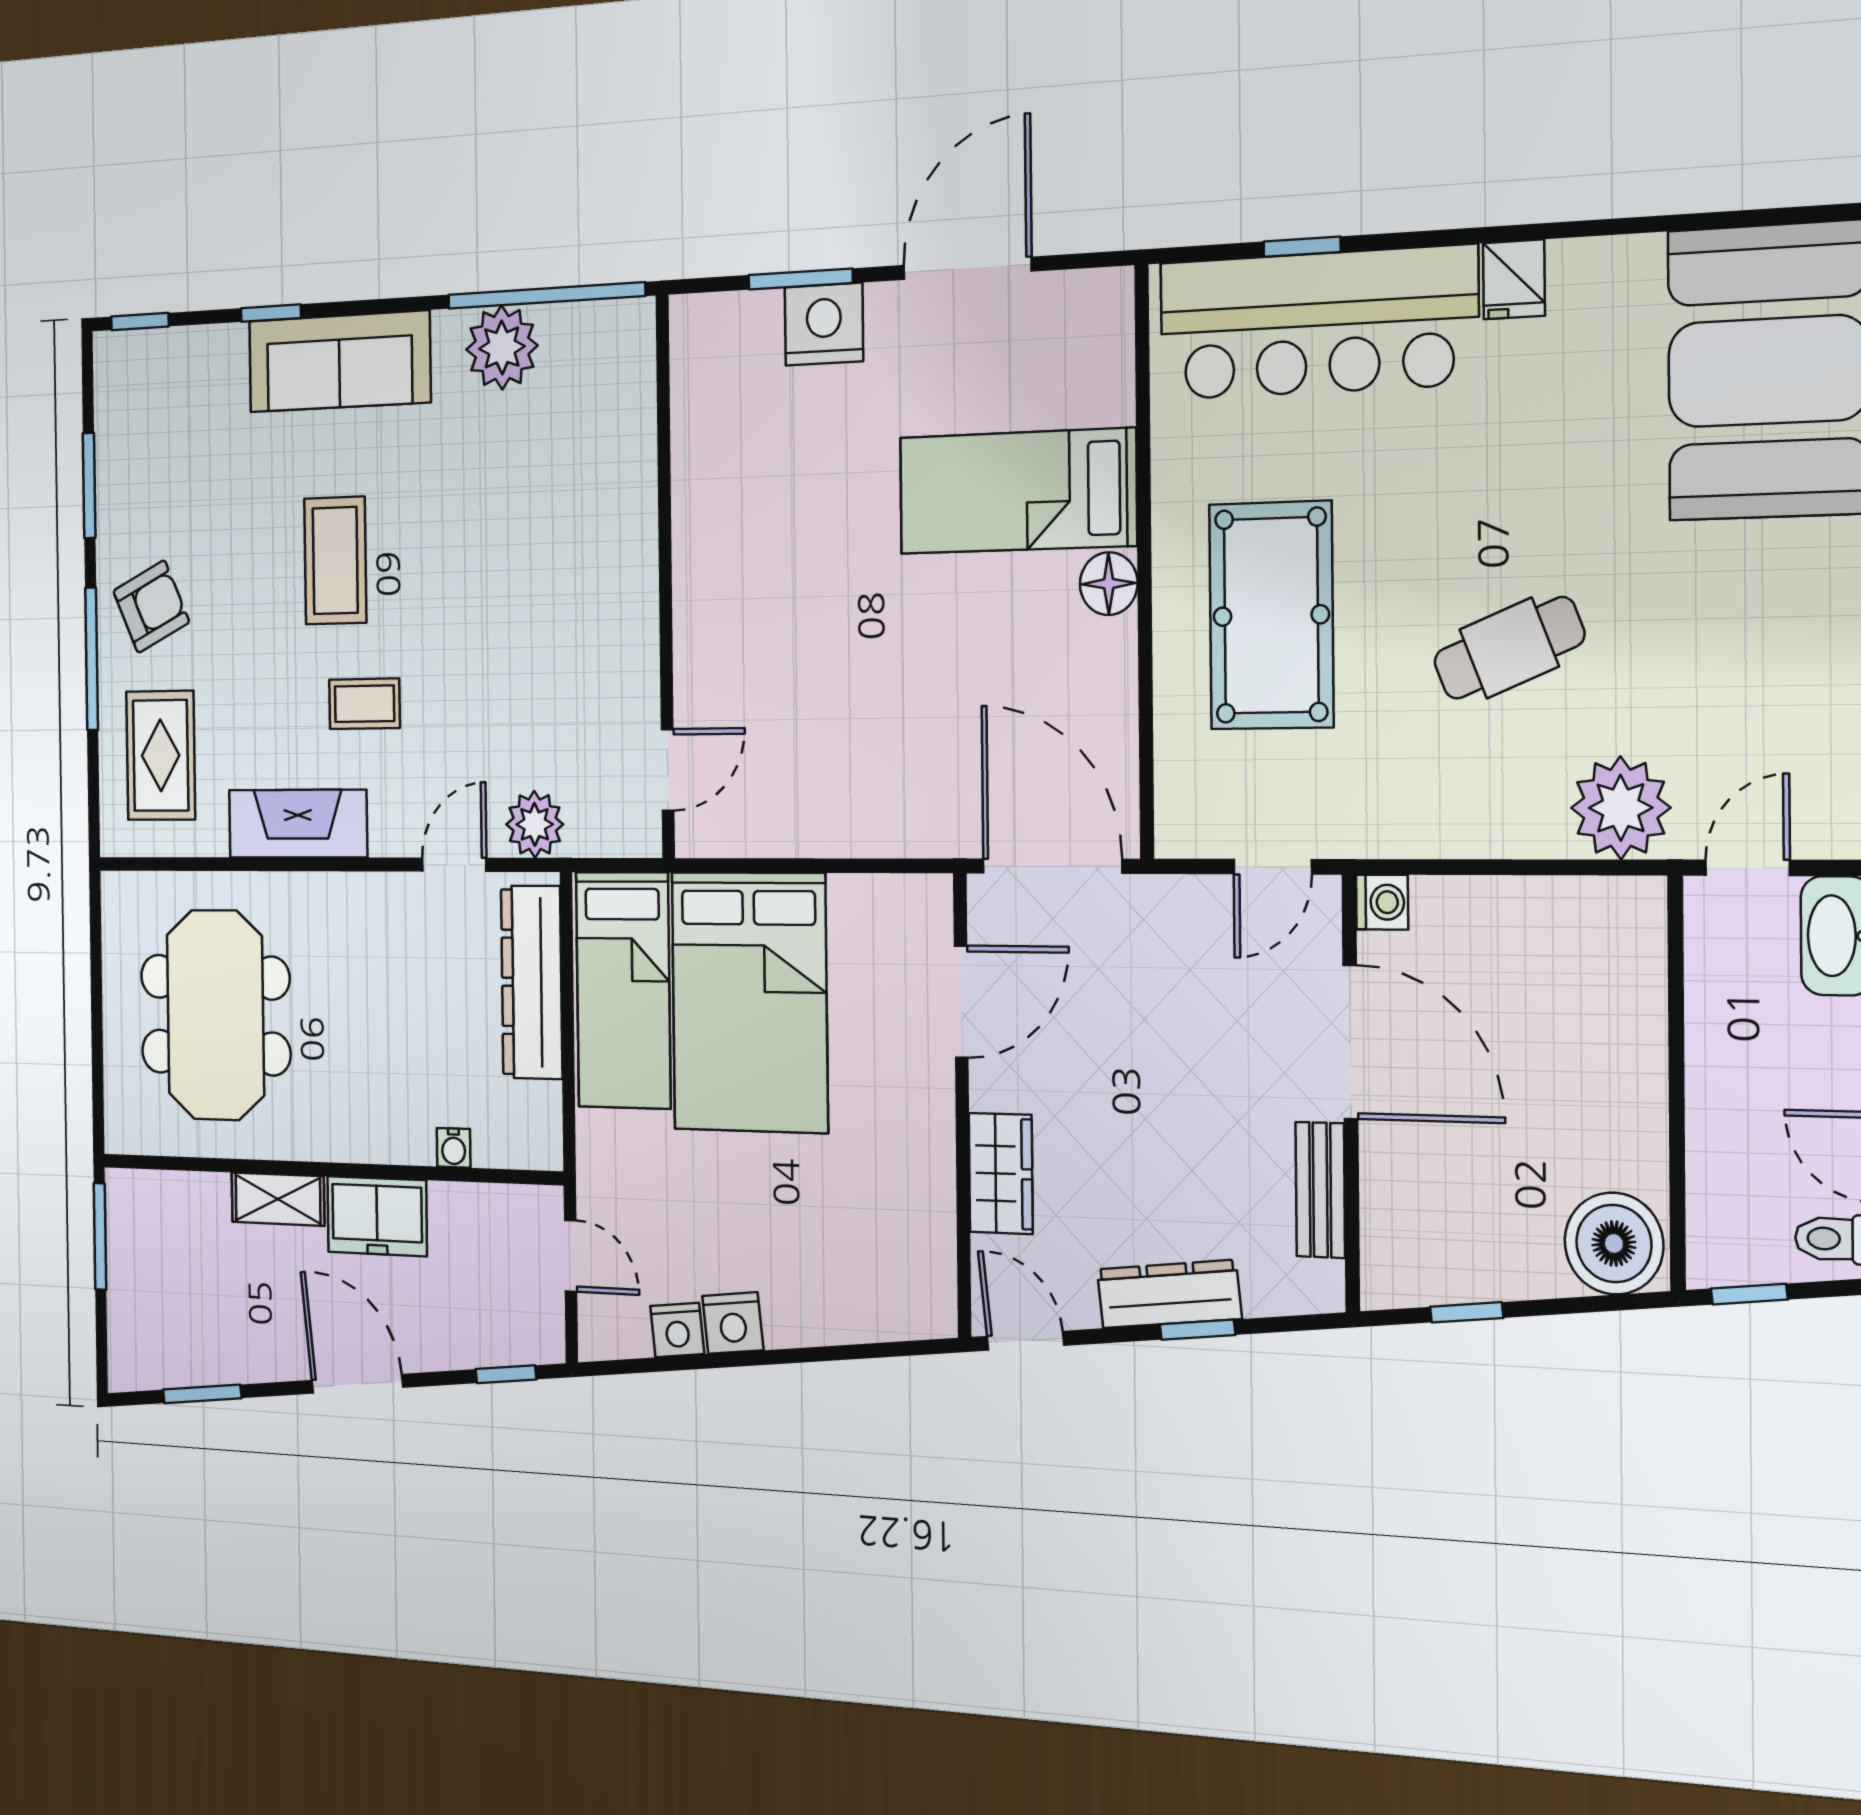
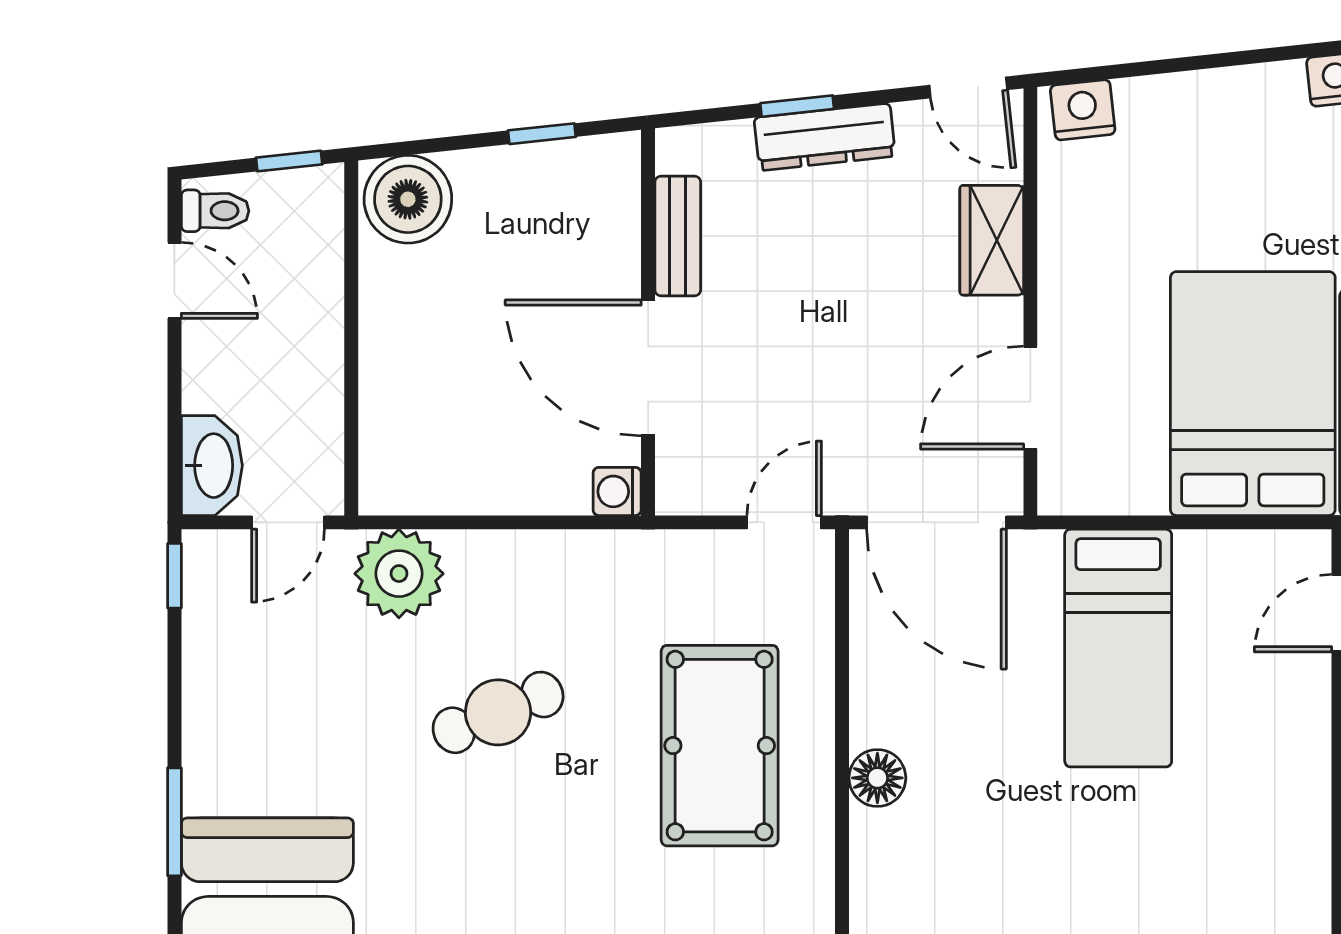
bed: (1017, 491) -> (1118, 648), moved, turned 90
door: (1273, 867) -> (784, 522), moved
nightstand: (733, 1323) -> (1083, 110), moved

